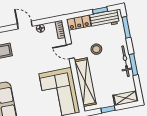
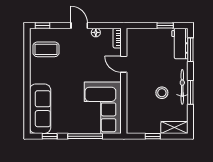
workbench: (105, 19) -> (180, 43), moved, turned 90
locker: (79, 23) -> (139, 34), removed
stool: (96, 49) -> (162, 93), moved
shelving: (85, 82) -> (134, 101), removed

